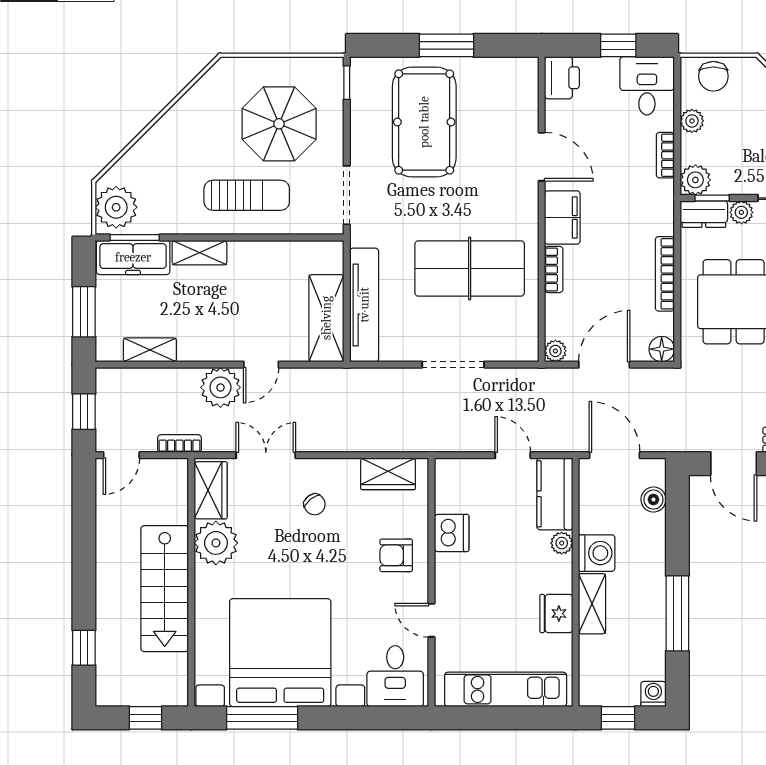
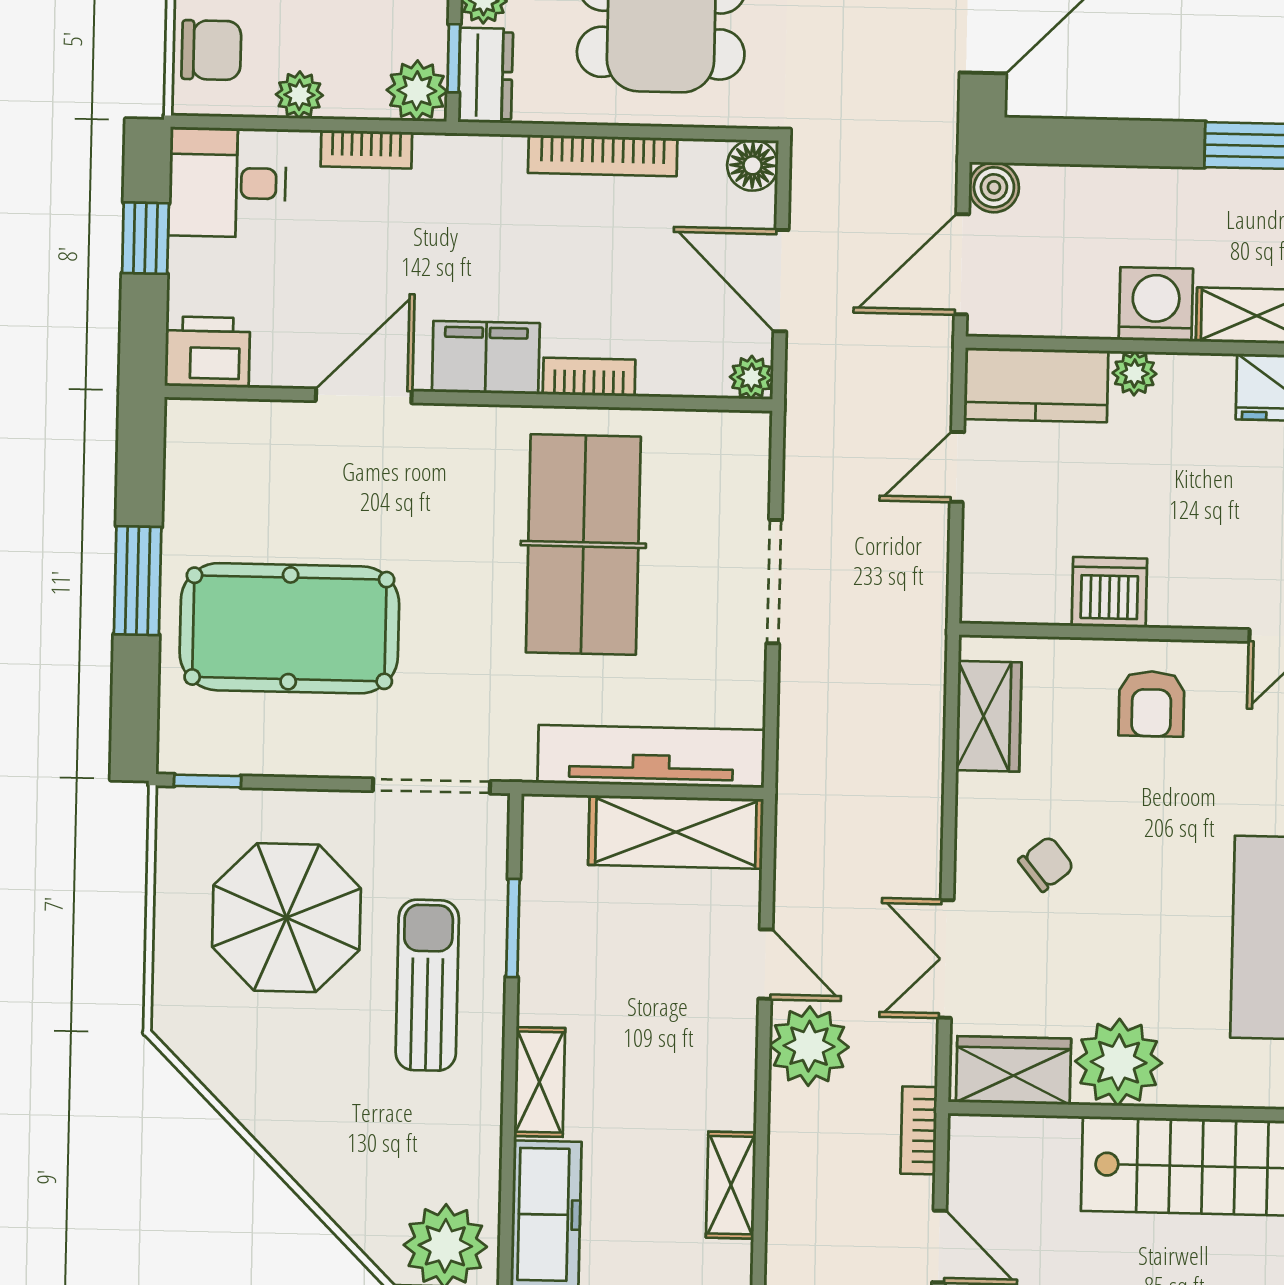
window: (135, 238) -> (513, 928), moved
boiler: (653, 500) -> (994, 187), moved

